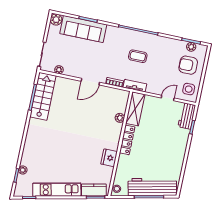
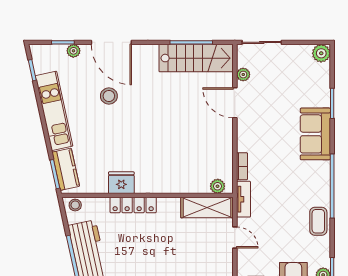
sofa: (83, 29) -> (315, 134), moved, width x0.73
coffee table: (138, 56) -> (318, 221), moved
door: (90, 82) -> (235, 103), moved
door: (168, 98) -> (235, 237), moved
plant: (120, 118) -> (218, 186), moved
locker: (127, 140) -> (133, 205), moved
door: (22, 146) -> (111, 42), added
stool: (55, 154) -> (109, 96), added

